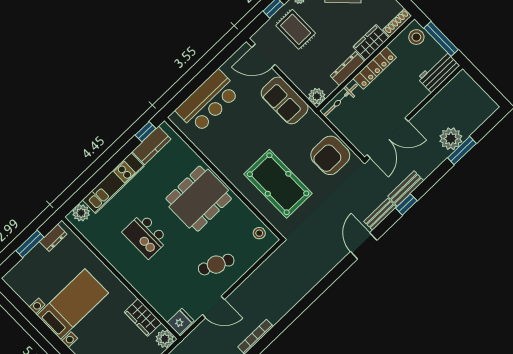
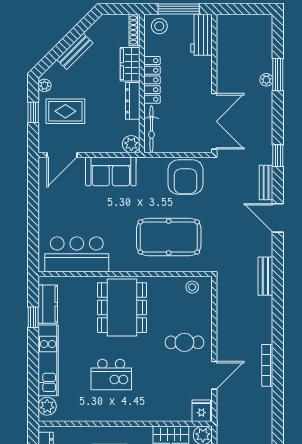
bar counter: (208, 101) -> (77, 254), moved, turned -90
window: (146, 132) -> (33, 317), moved
plant: (451, 139) -> (266, 80), width x0.53, depth x0.53
bench: (406, 188) -> (265, 276), moved
cafe table: (216, 265) -> (184, 342), turned 66

